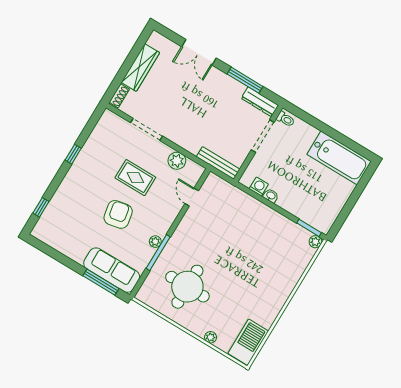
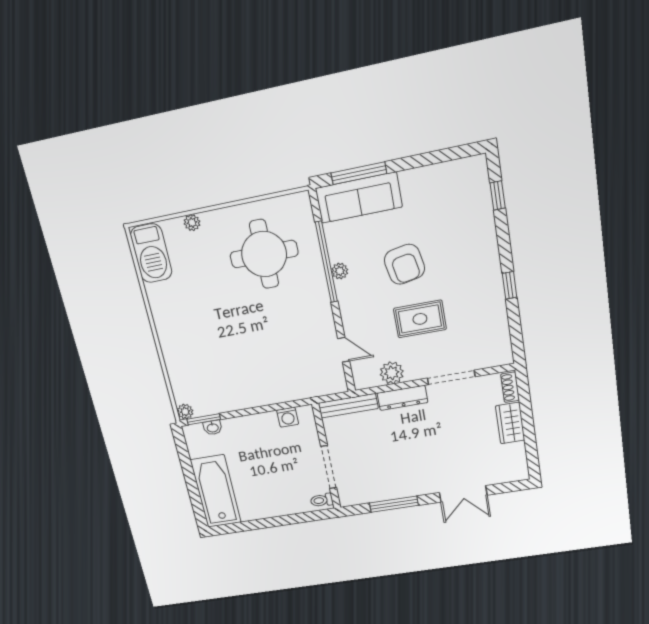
double door: (199, 52) -> (463, 494), swing flipped
wardrobe: (140, 67) -> (510, 423), width x0.67
dresser: (260, 102) -> (402, 398), moved, turned 180
bathtub: (339, 158) -> (216, 491), moved, turned 90
washbasin: (271, 196) -> (213, 428), moved
window: (158, 253) -> (326, 262), width x1.46

